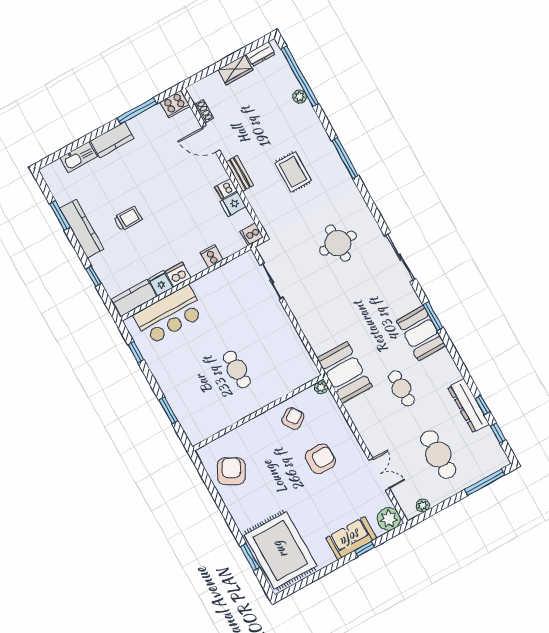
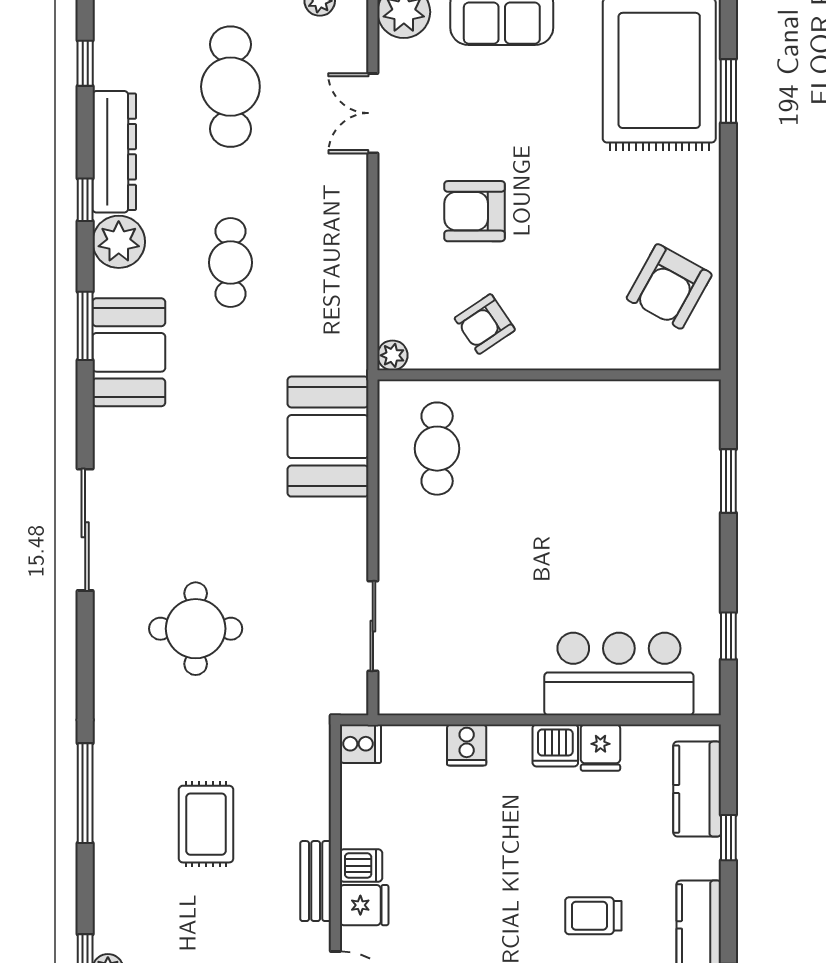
fridge: (233, 204) -> (364, 905), moved
kitchen counter: (134, 298) -> (697, 789), moved, turned 90
window: (433, 316) -> (85, 326), moved
cafe table: (237, 370) -> (437, 449), moved
booth: (345, 372) -> (328, 437), moved
plant: (448, 373) -> (119, 242), added
window: (483, 405) -> (85, 200), moved

